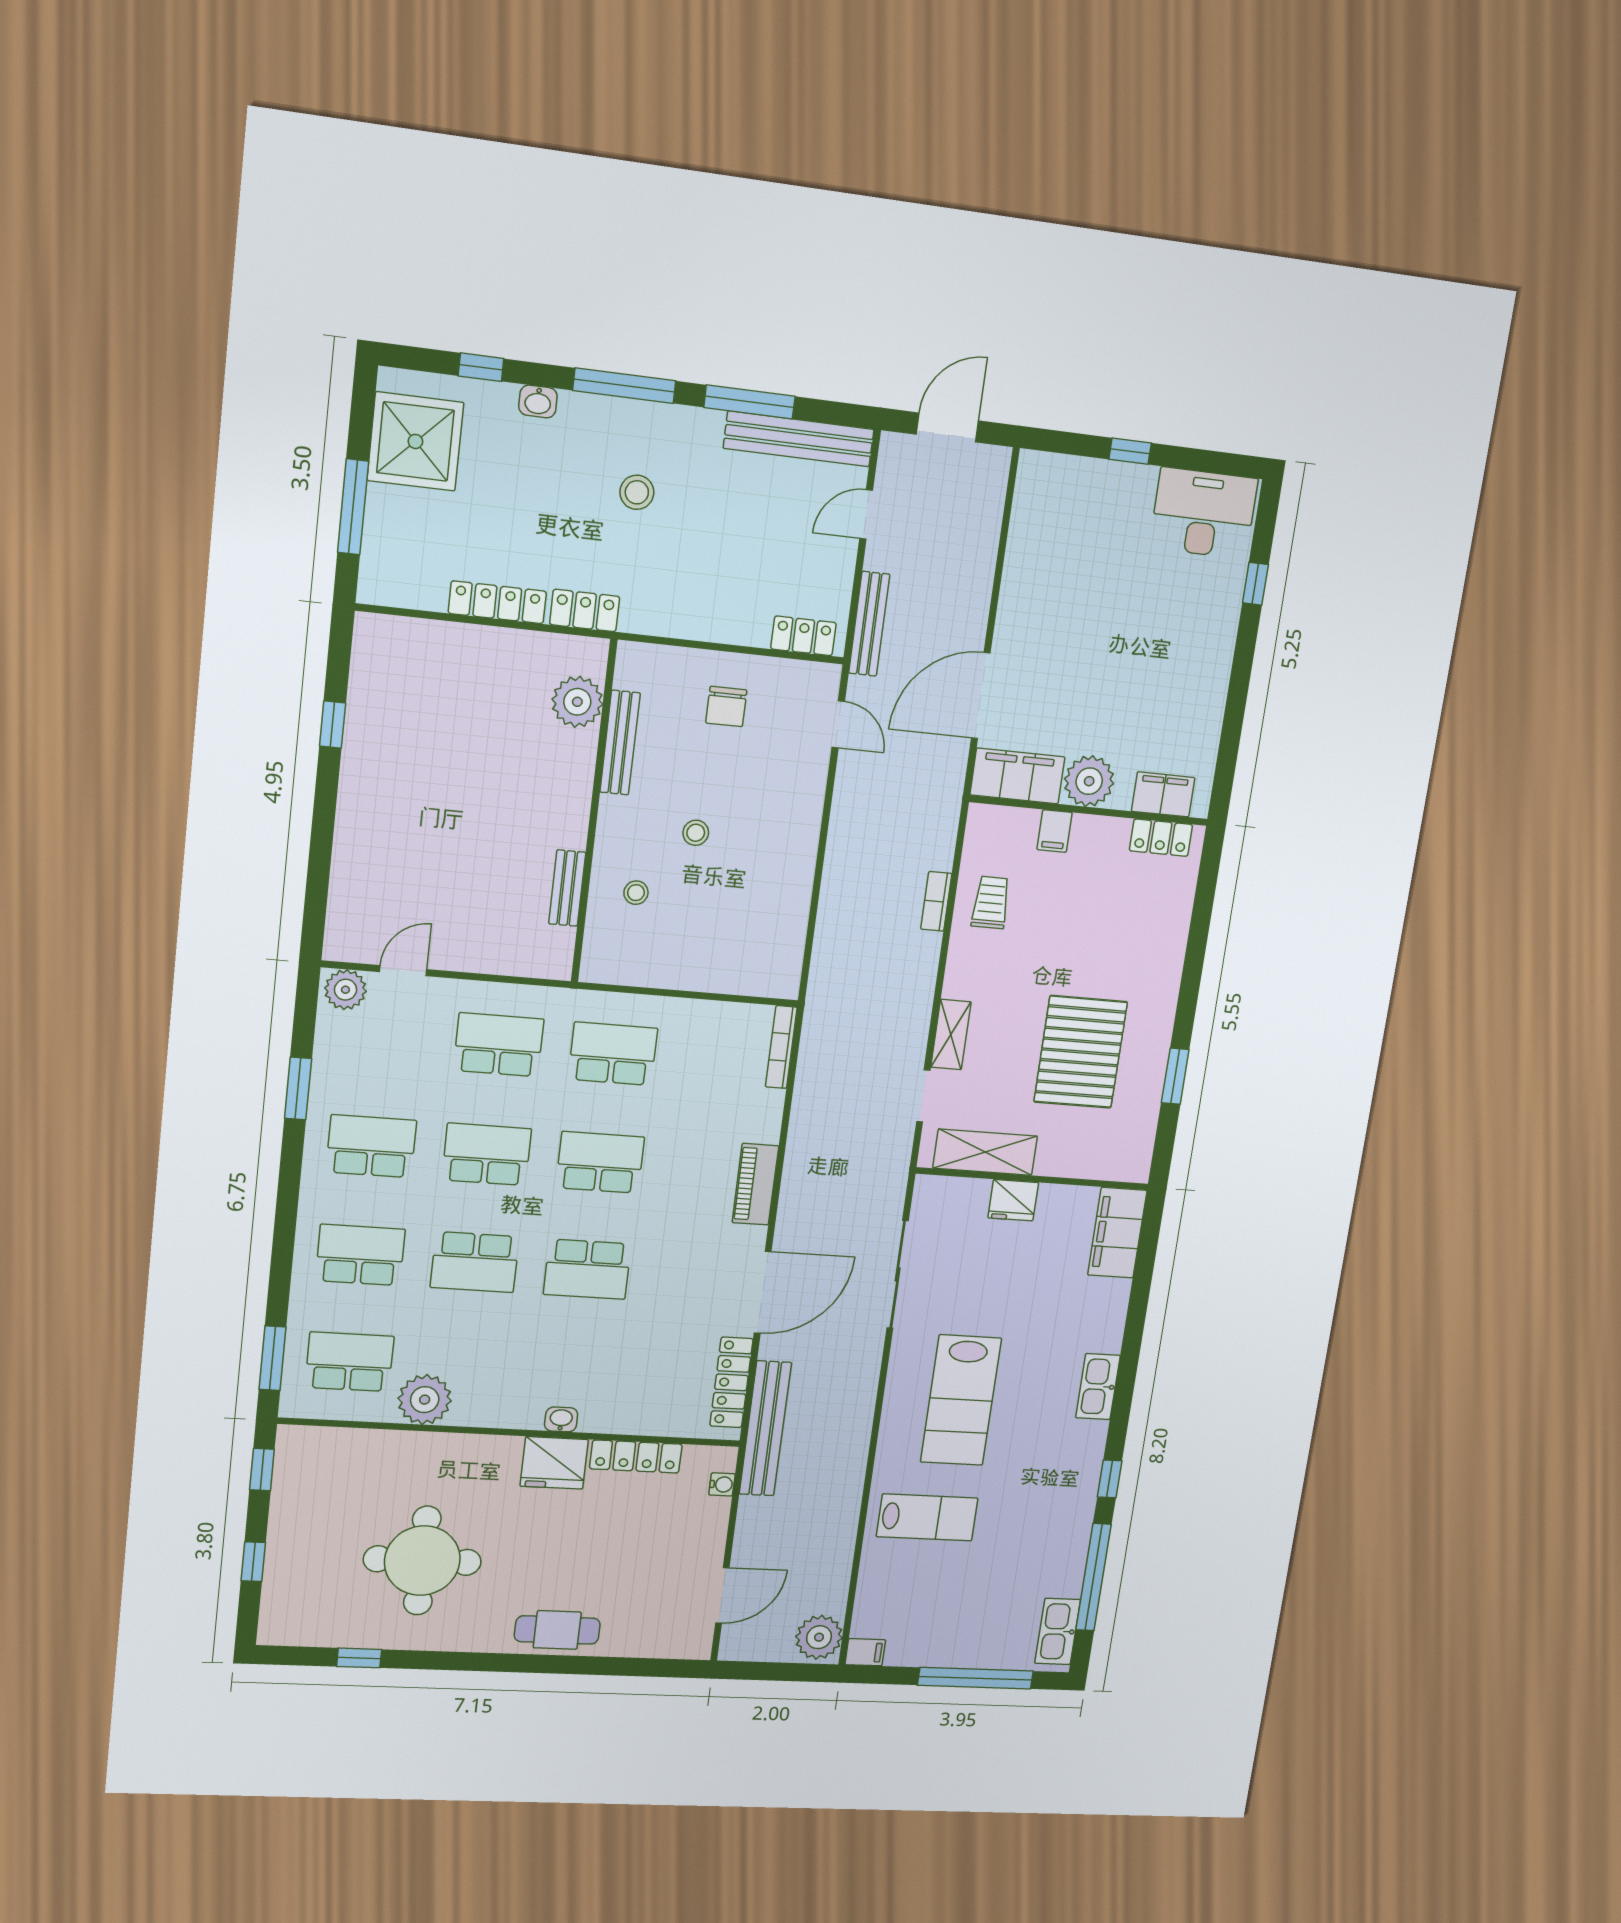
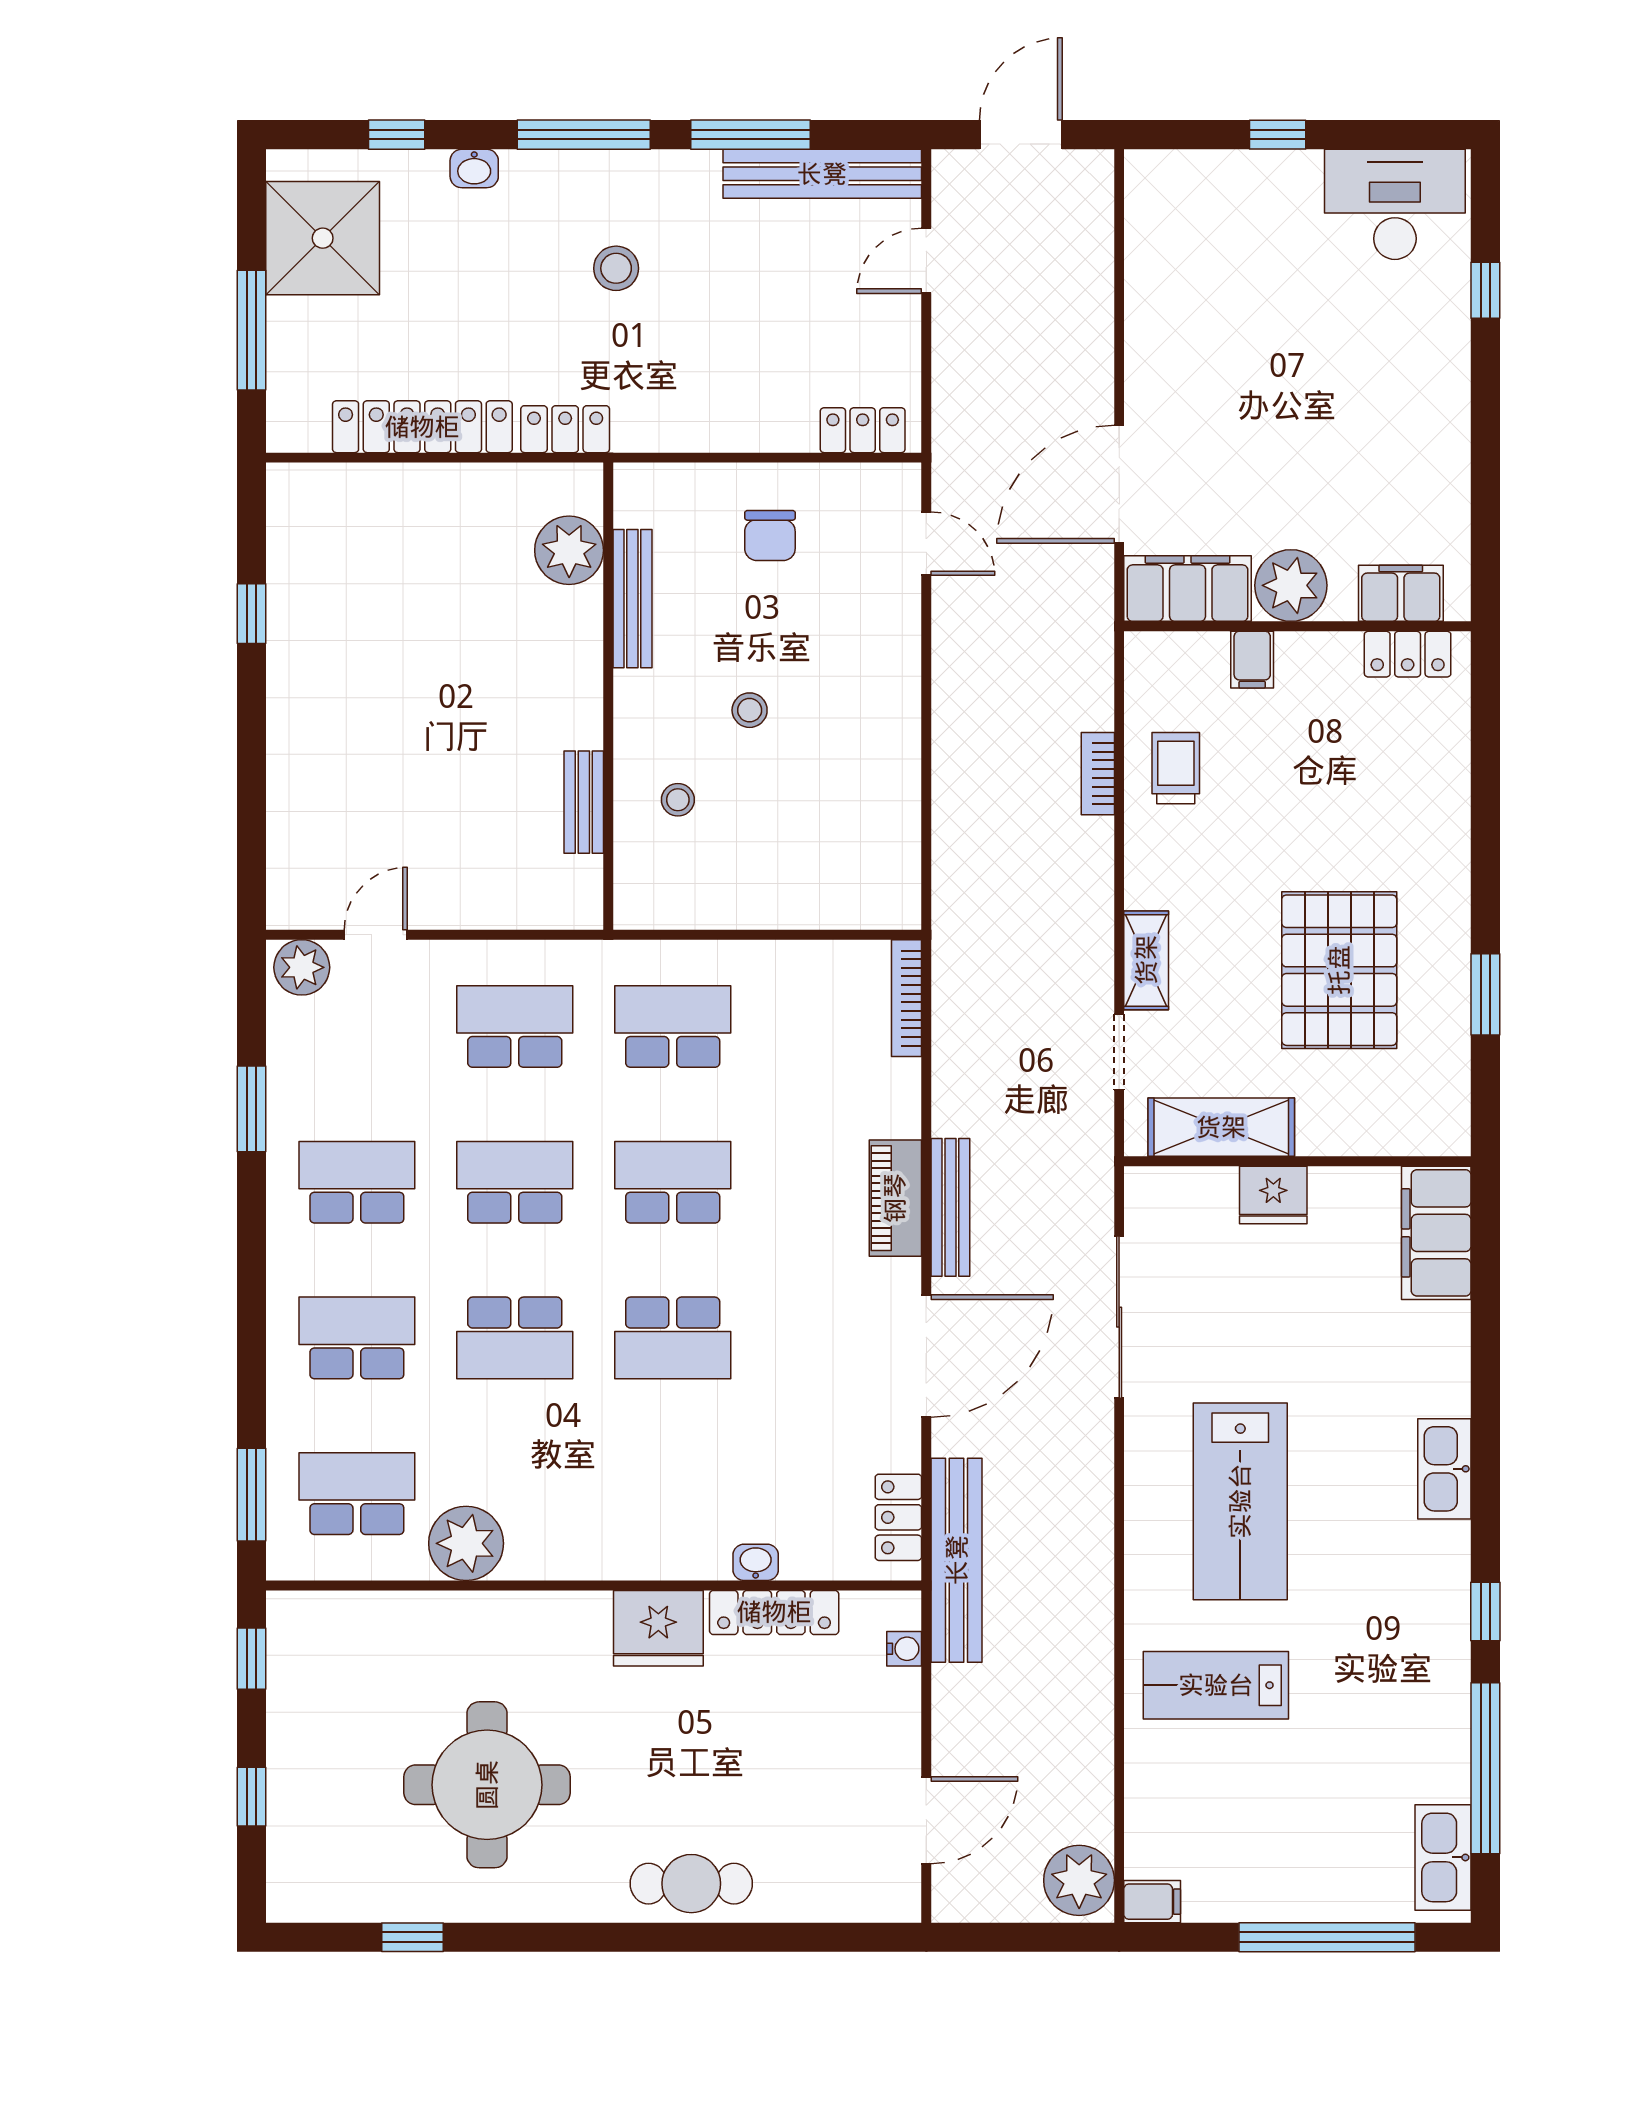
locker: (497, 602) -> (422, 427), width x1.41, depth x1.21
bench: (869, 624) -> (950, 1207), moved
locker: (731, 1382) -> (898, 1517), width x0.66
washbasin: (561, 1419) -> (756, 1562), moved
lab bench: (927, 1517) -> (1216, 1685), turned 180

